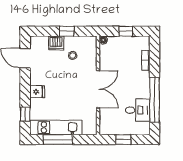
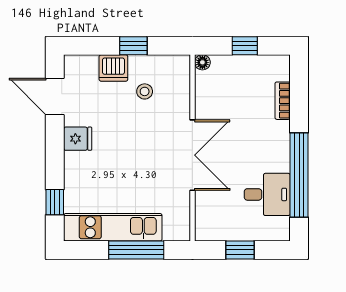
fridge: (37, 92) -> (78, 139), moved
window: (58, 139) -> (136, 250), moved

